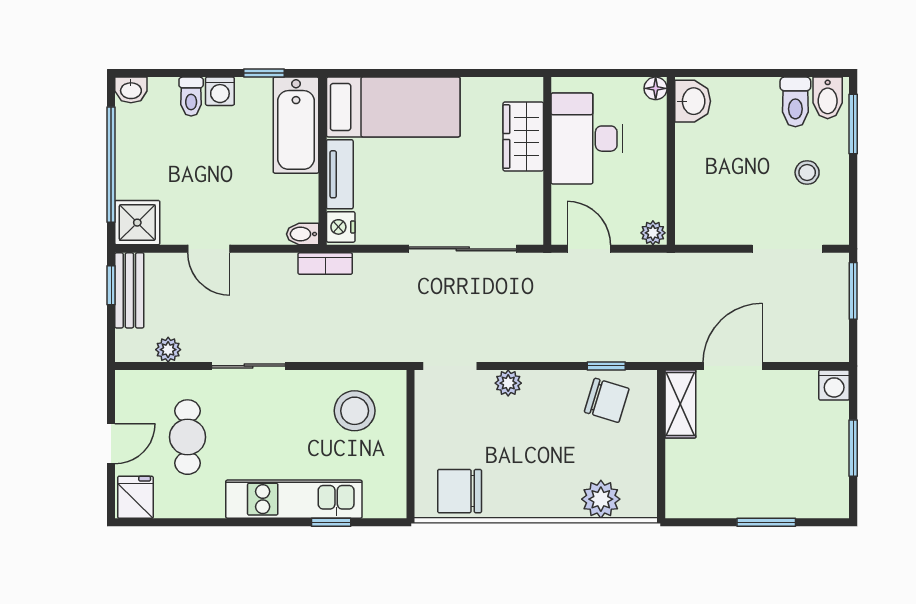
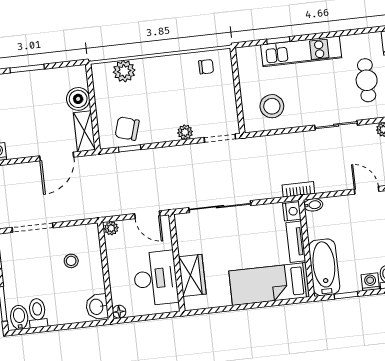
stool: (807, 172) -> (71, 261), moved
boiler: (685, 460) -> (78, 99), added
chair: (460, 491) -> (206, 67), width x0.54, depth x0.54

